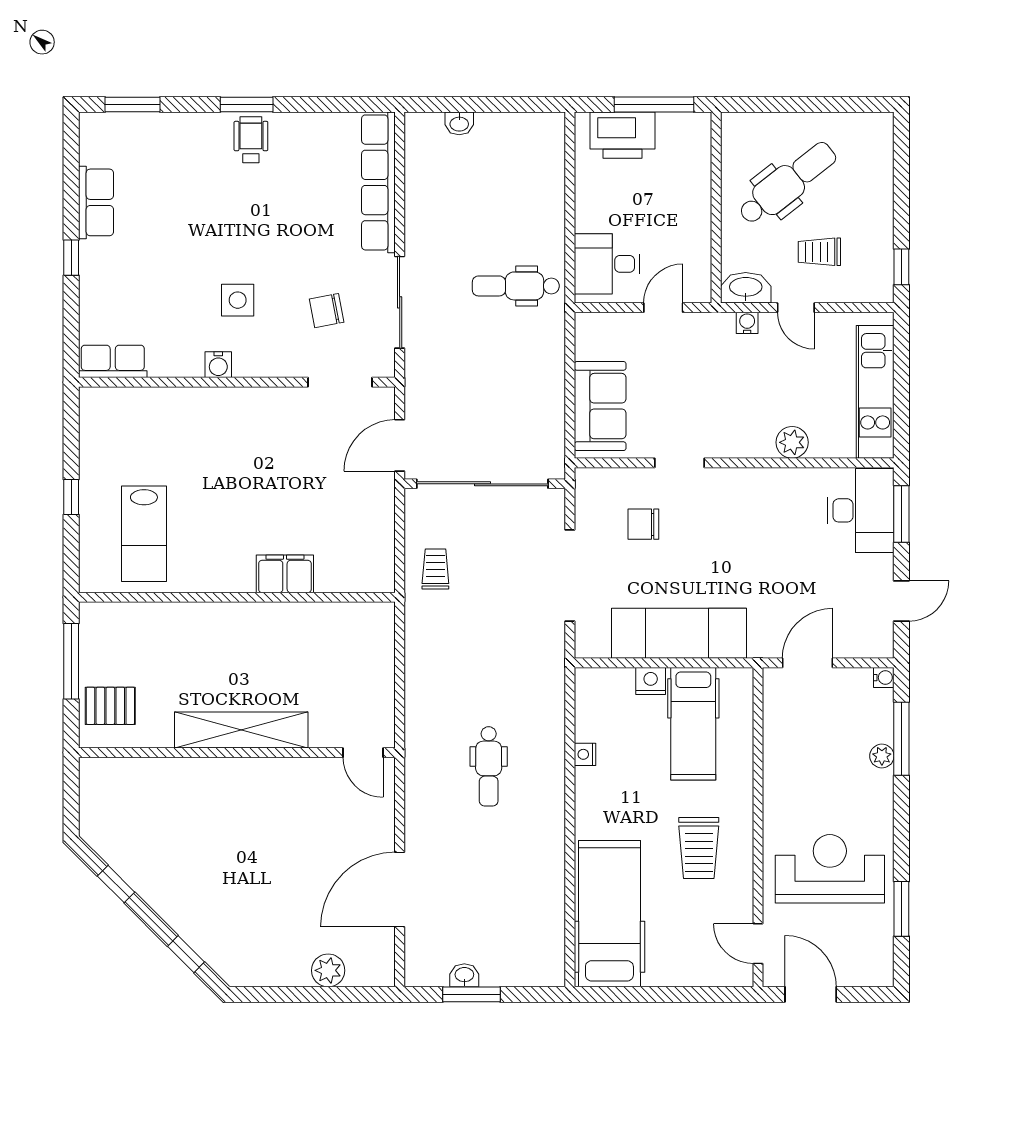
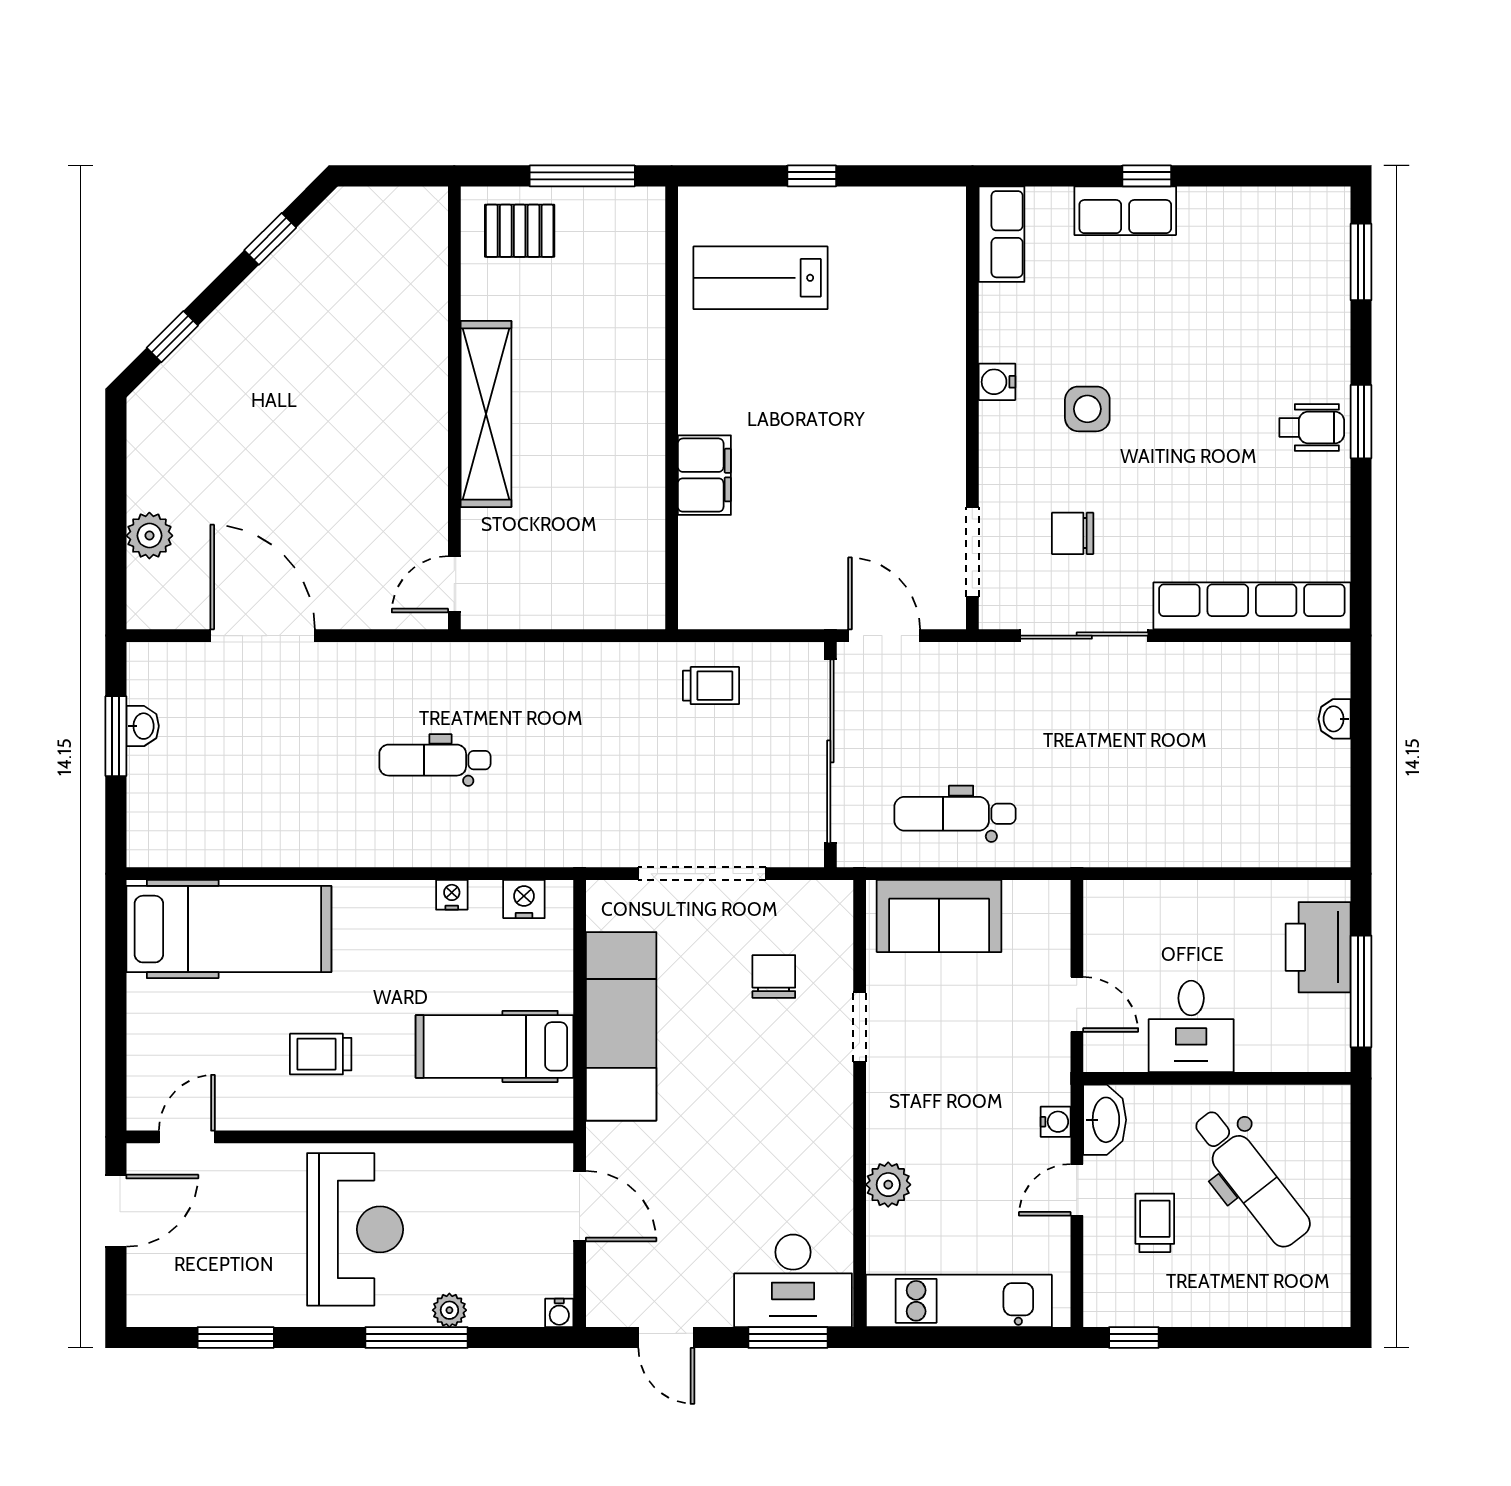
row of seats: (96, 202) -> (1125, 211), moved
desk: (607, 264) -> (1191, 1026), moved, turned 180
dental chair: (516, 286) -> (955, 814), moved, turned -90
chair: (327, 311) -> (1073, 533), turned -79
nightstand: (651, 681) -> (524, 899), moved, turned -90
pallet: (110, 706) -> (520, 231), turned 90
window: (901, 739) -> (417, 1337), moved
trolley: (699, 848) -> (321, 1054), width x0.73, depth x0.72
reception desk: (830, 869) -> (355, 1229), moved

